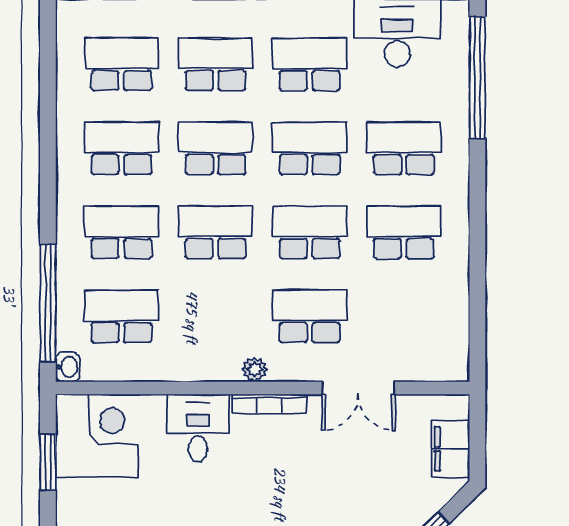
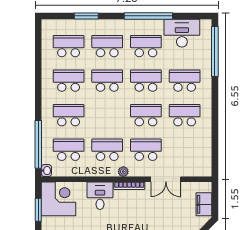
school desk: (216, 232) -> (107, 150), moved

